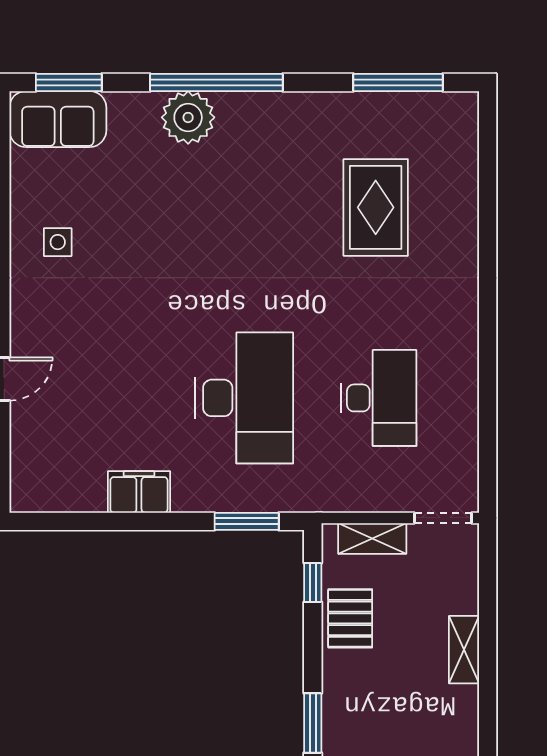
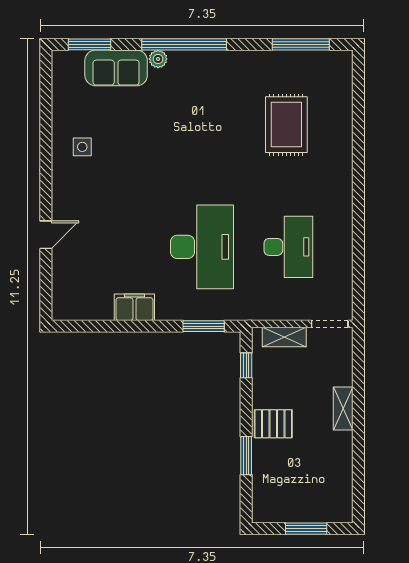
plant: (188, 117) -> (158, 59), width x0.53, depth x0.53
sofa: (58, 119) -> (116, 68), moved
pallet: (350, 618) -> (273, 424), moved, turned 90

